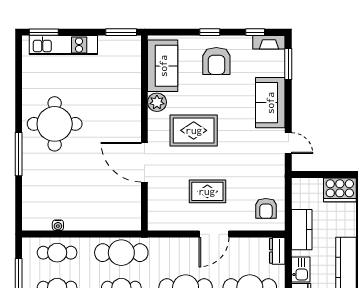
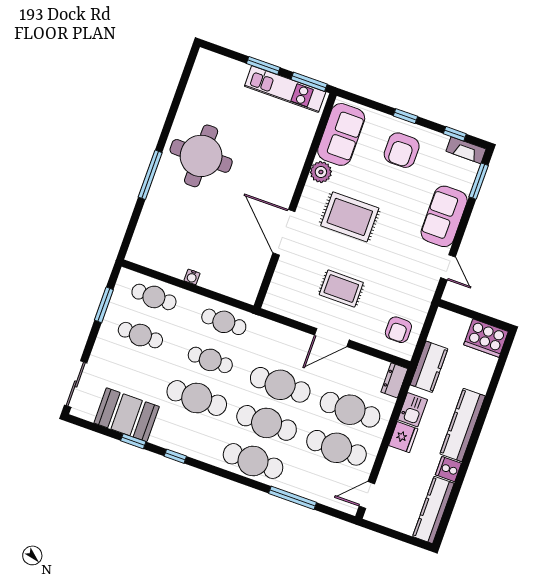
window: (44, 32) -> (263, 66), moved
kitchen unit: (63, 45) -> (285, 89), moved
water cooler: (58, 225) -> (192, 277), moved
cafe table: (121, 253) -> (224, 322), width x0.73, depth x0.74

